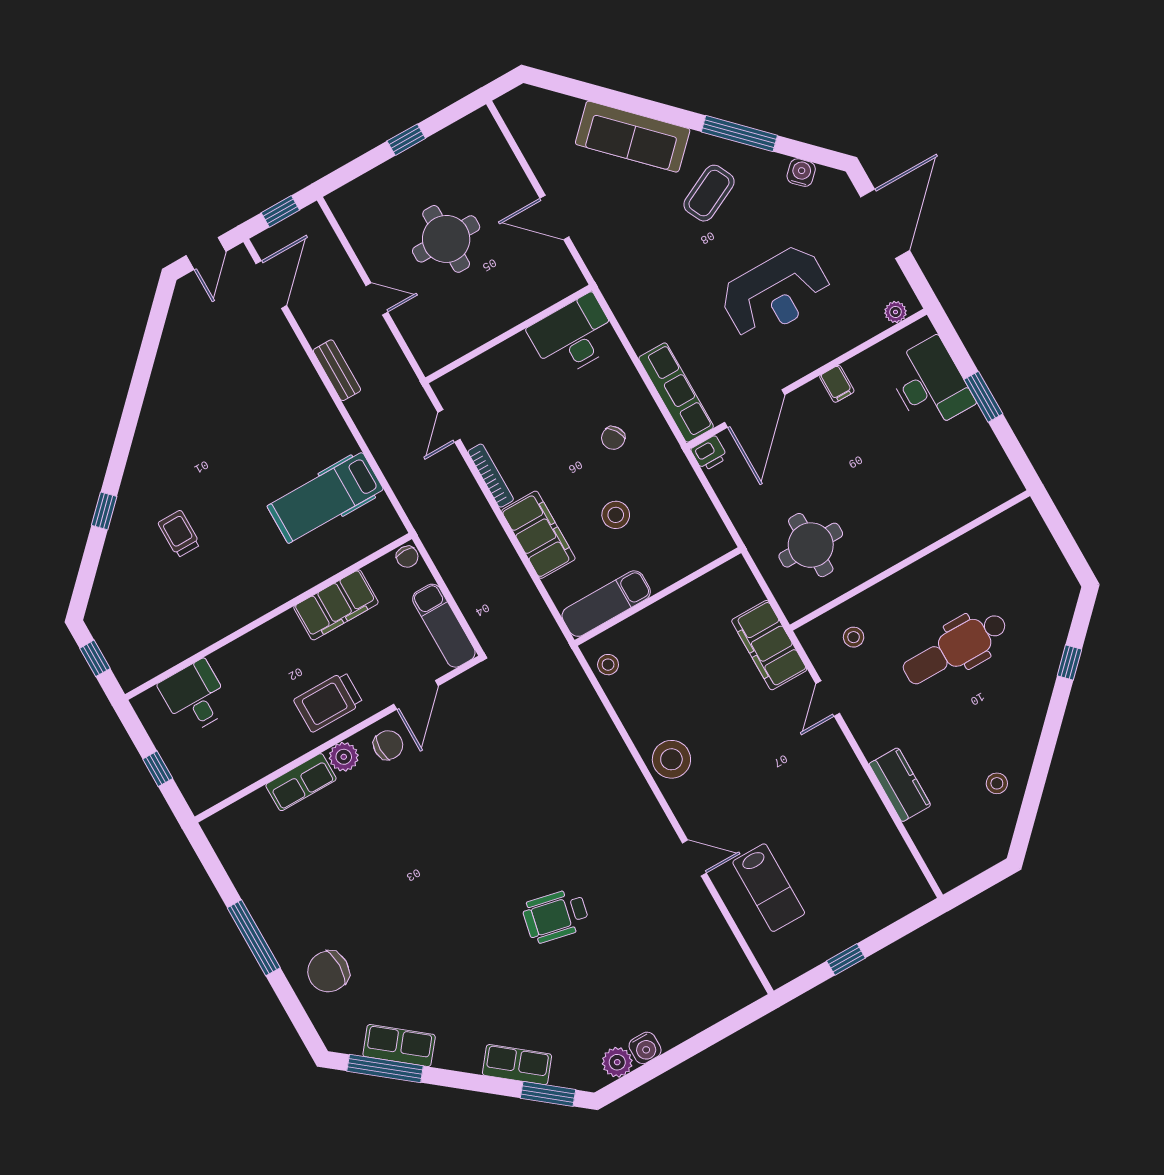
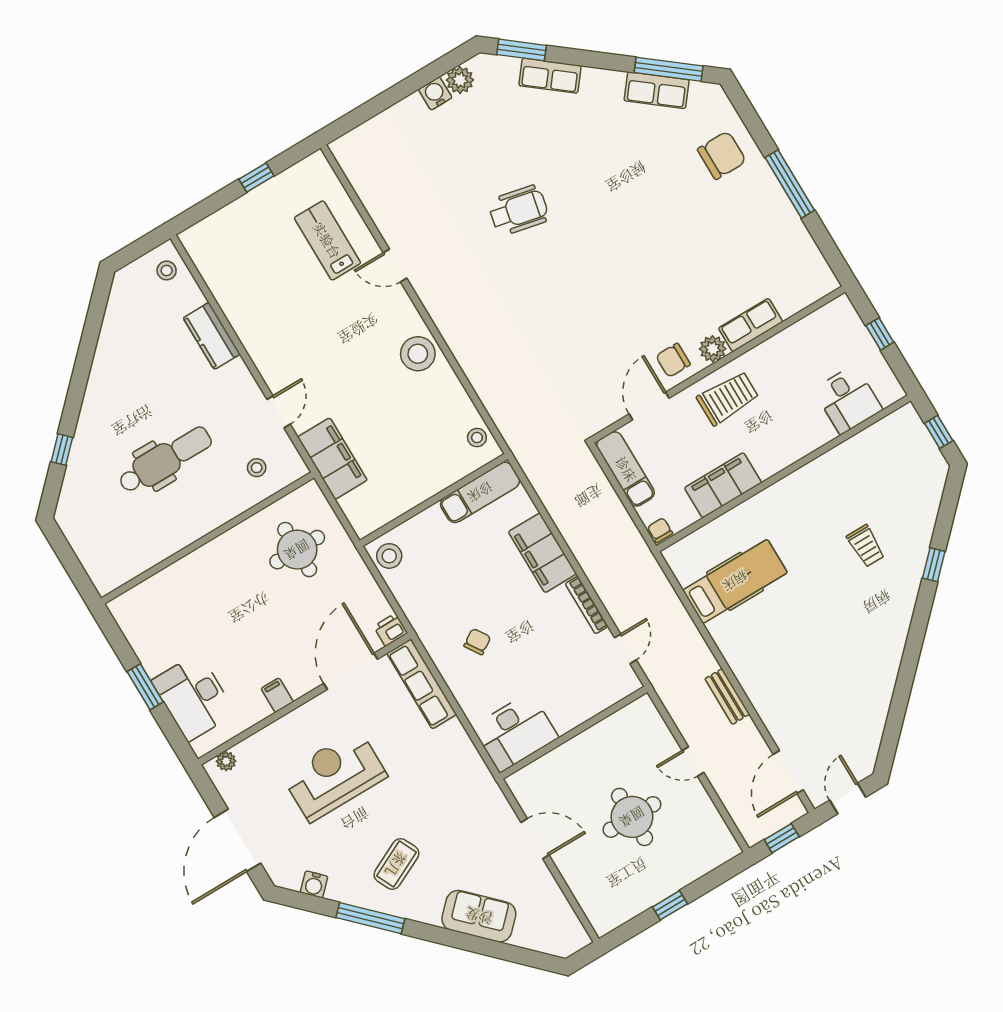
sofa: (633, 137) -> (479, 916), width x0.73
stool: (616, 515) -> (389, 556), moved
stool: (997, 783) -> (167, 271), moved

